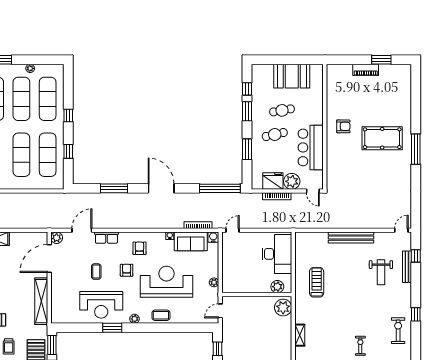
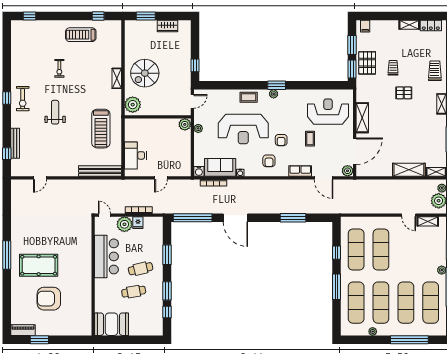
piano: (366, 70) -> (23, 330), moved
booth: (292, 76) -> (111, 324), moved
window: (68, 116) -> (337, 287), width x2.17
armchair: (343, 126) -> (49, 299), moved, width x1.88, depth x1.88
fridge: (273, 181) -> (138, 223), width x0.53, depth x0.75
door: (161, 188) -> (235, 218), moved
door: (82, 230) -> (324, 178), hinge flipped
door: (232, 230) -> (161, 178), moved
door: (401, 230) -> (40, 178), moved
bench: (351, 238) -> (100, 171), moved
desk: (277, 254) -> (135, 155), width x0.73, depth x0.77
weight bench: (381, 272) -> (55, 112), moved
treadmill: (317, 282) -> (101, 129), width x1.37, depth x1.38
plant: (277, 287) -> (185, 124), moved
shelving: (41, 301) -> (362, 118), width x0.68
reception desk: (101, 305) -> (328, 112), moved
window: (112, 328) -> (277, 85), moved
exercise bike: (398, 331) -> (23, 99), moved
spiral stairs: (270, 341) -> (145, 73), added

